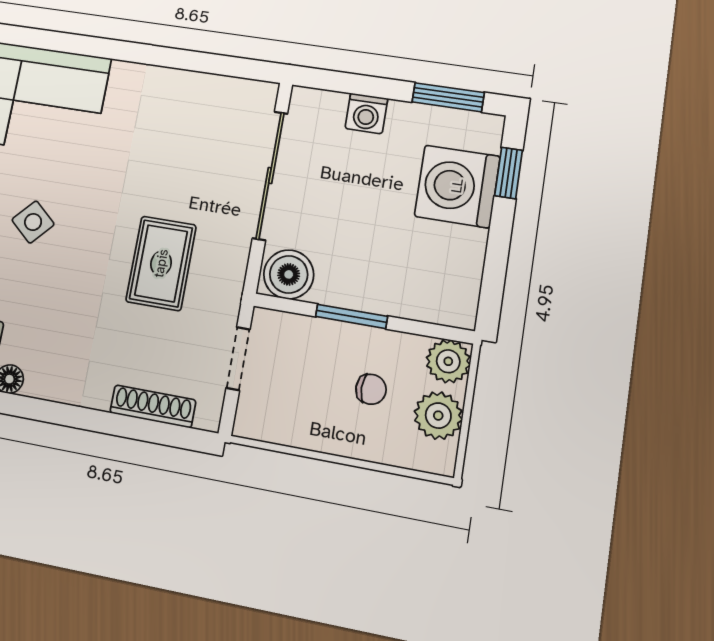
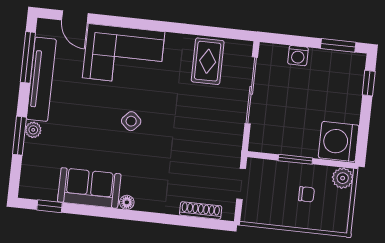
washing machine: (457, 186) -> (339, 141), moved
rug: (161, 263) -> (208, 61), moved
boiler: (289, 274) -> (264, 140), removed
plant: (438, 416) -> (339, 204), removed

